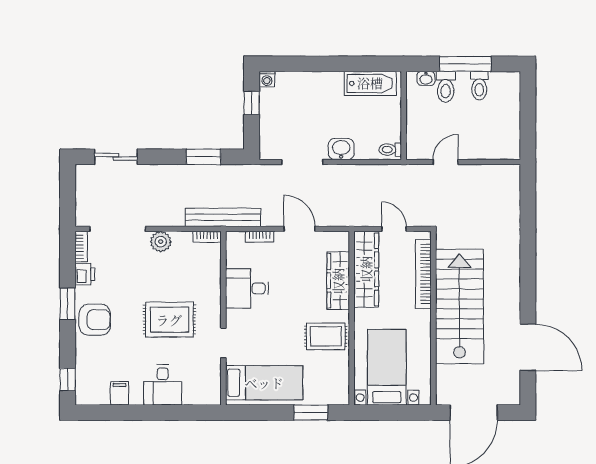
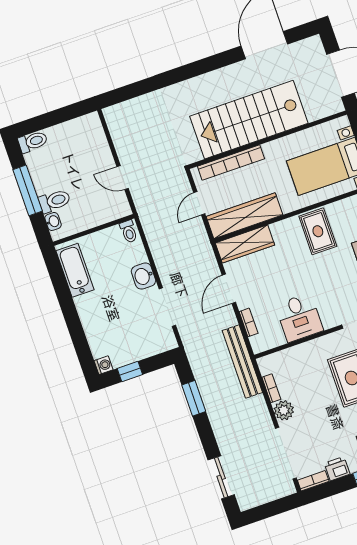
toilet: (479, 86) -> (33, 142), moved
bookcase: (207, 237) -> (271, 388), moved
wardrobe: (338, 281) -> (245, 244), moved

